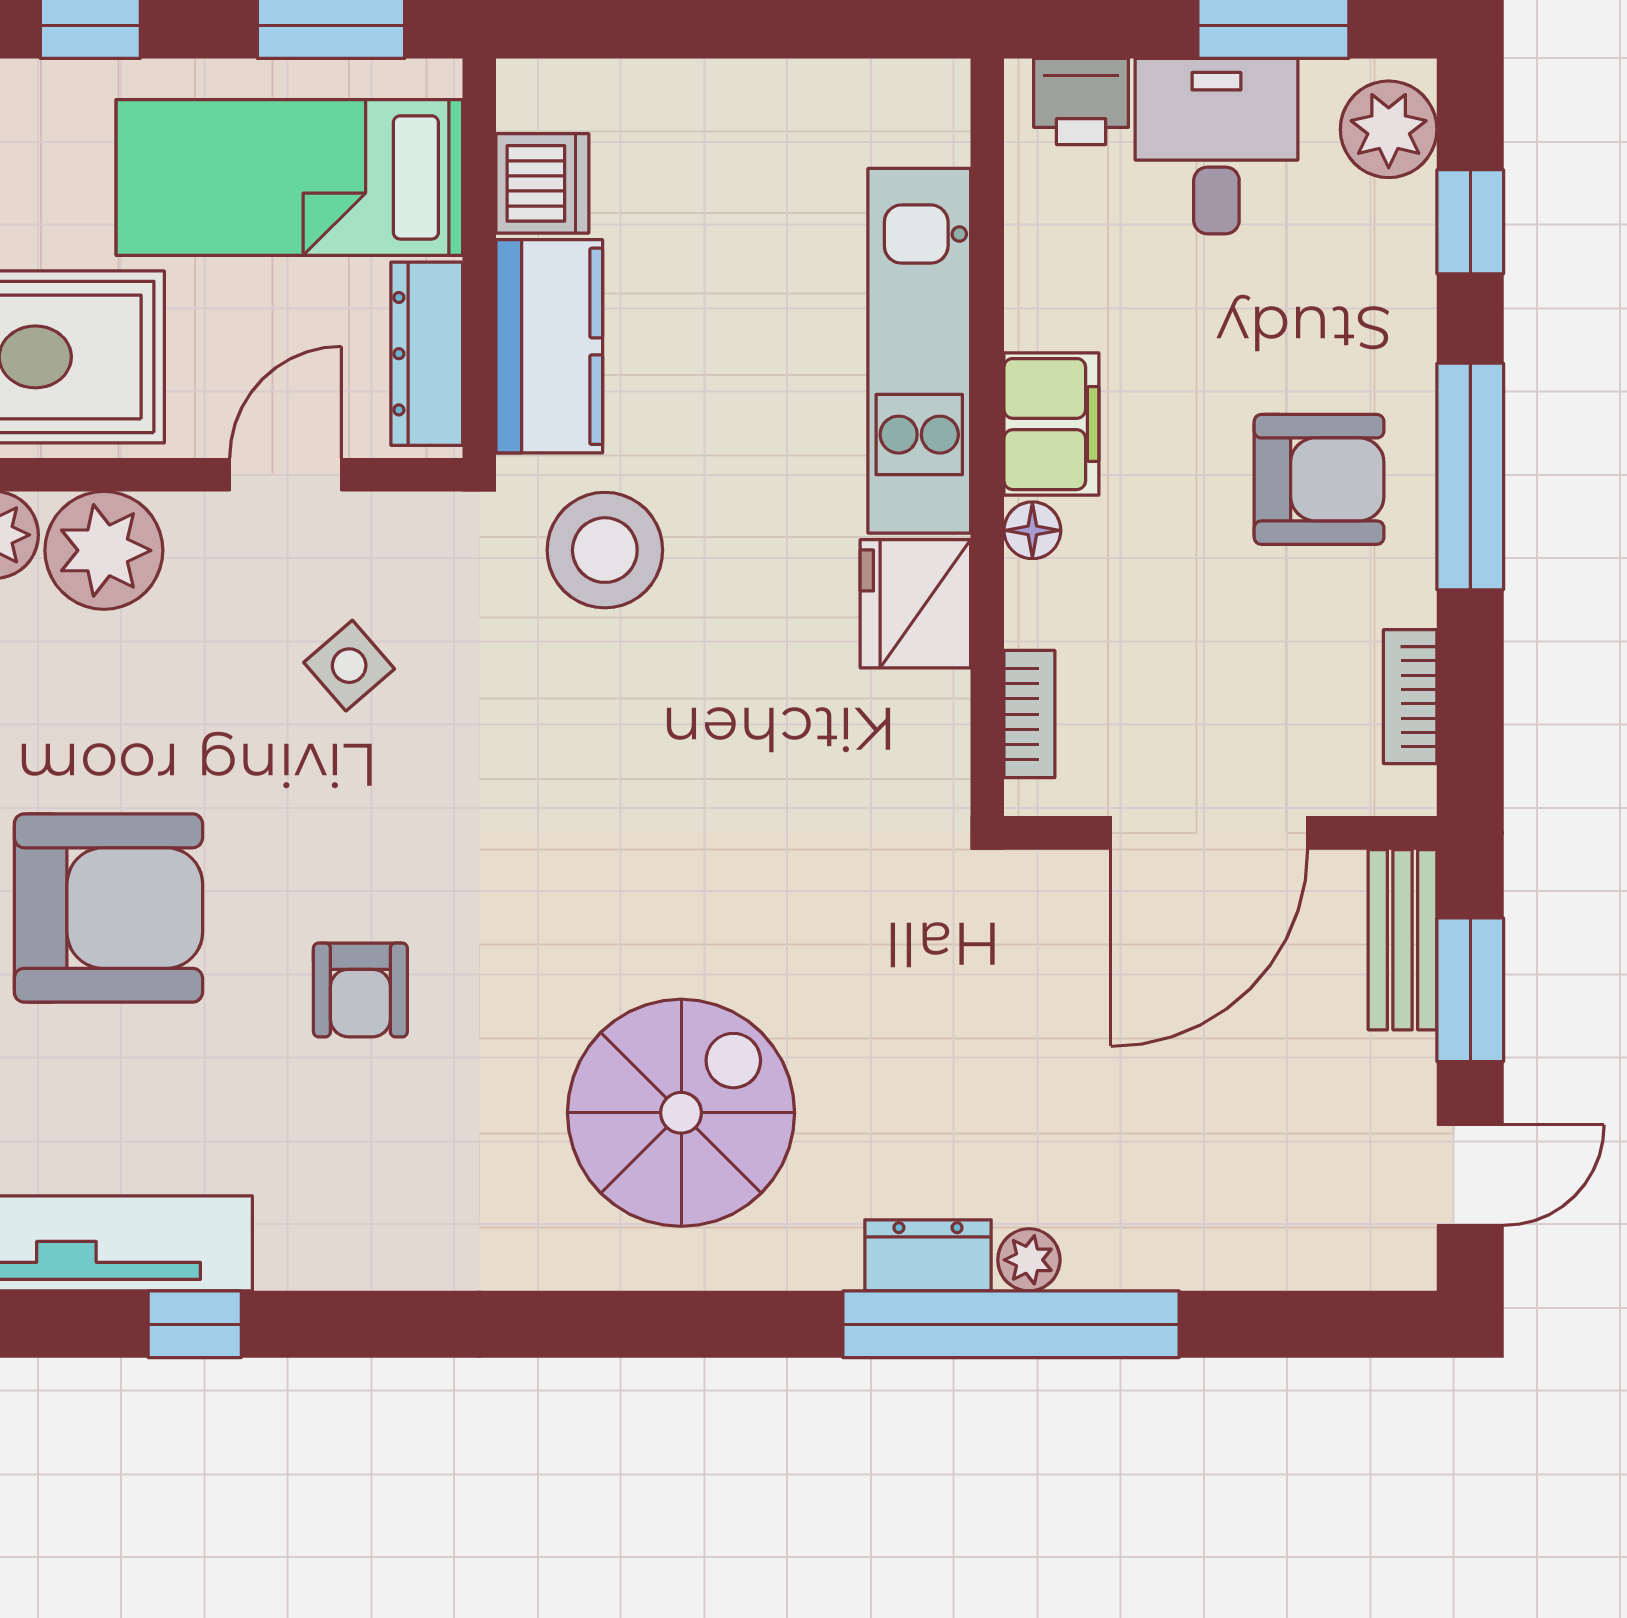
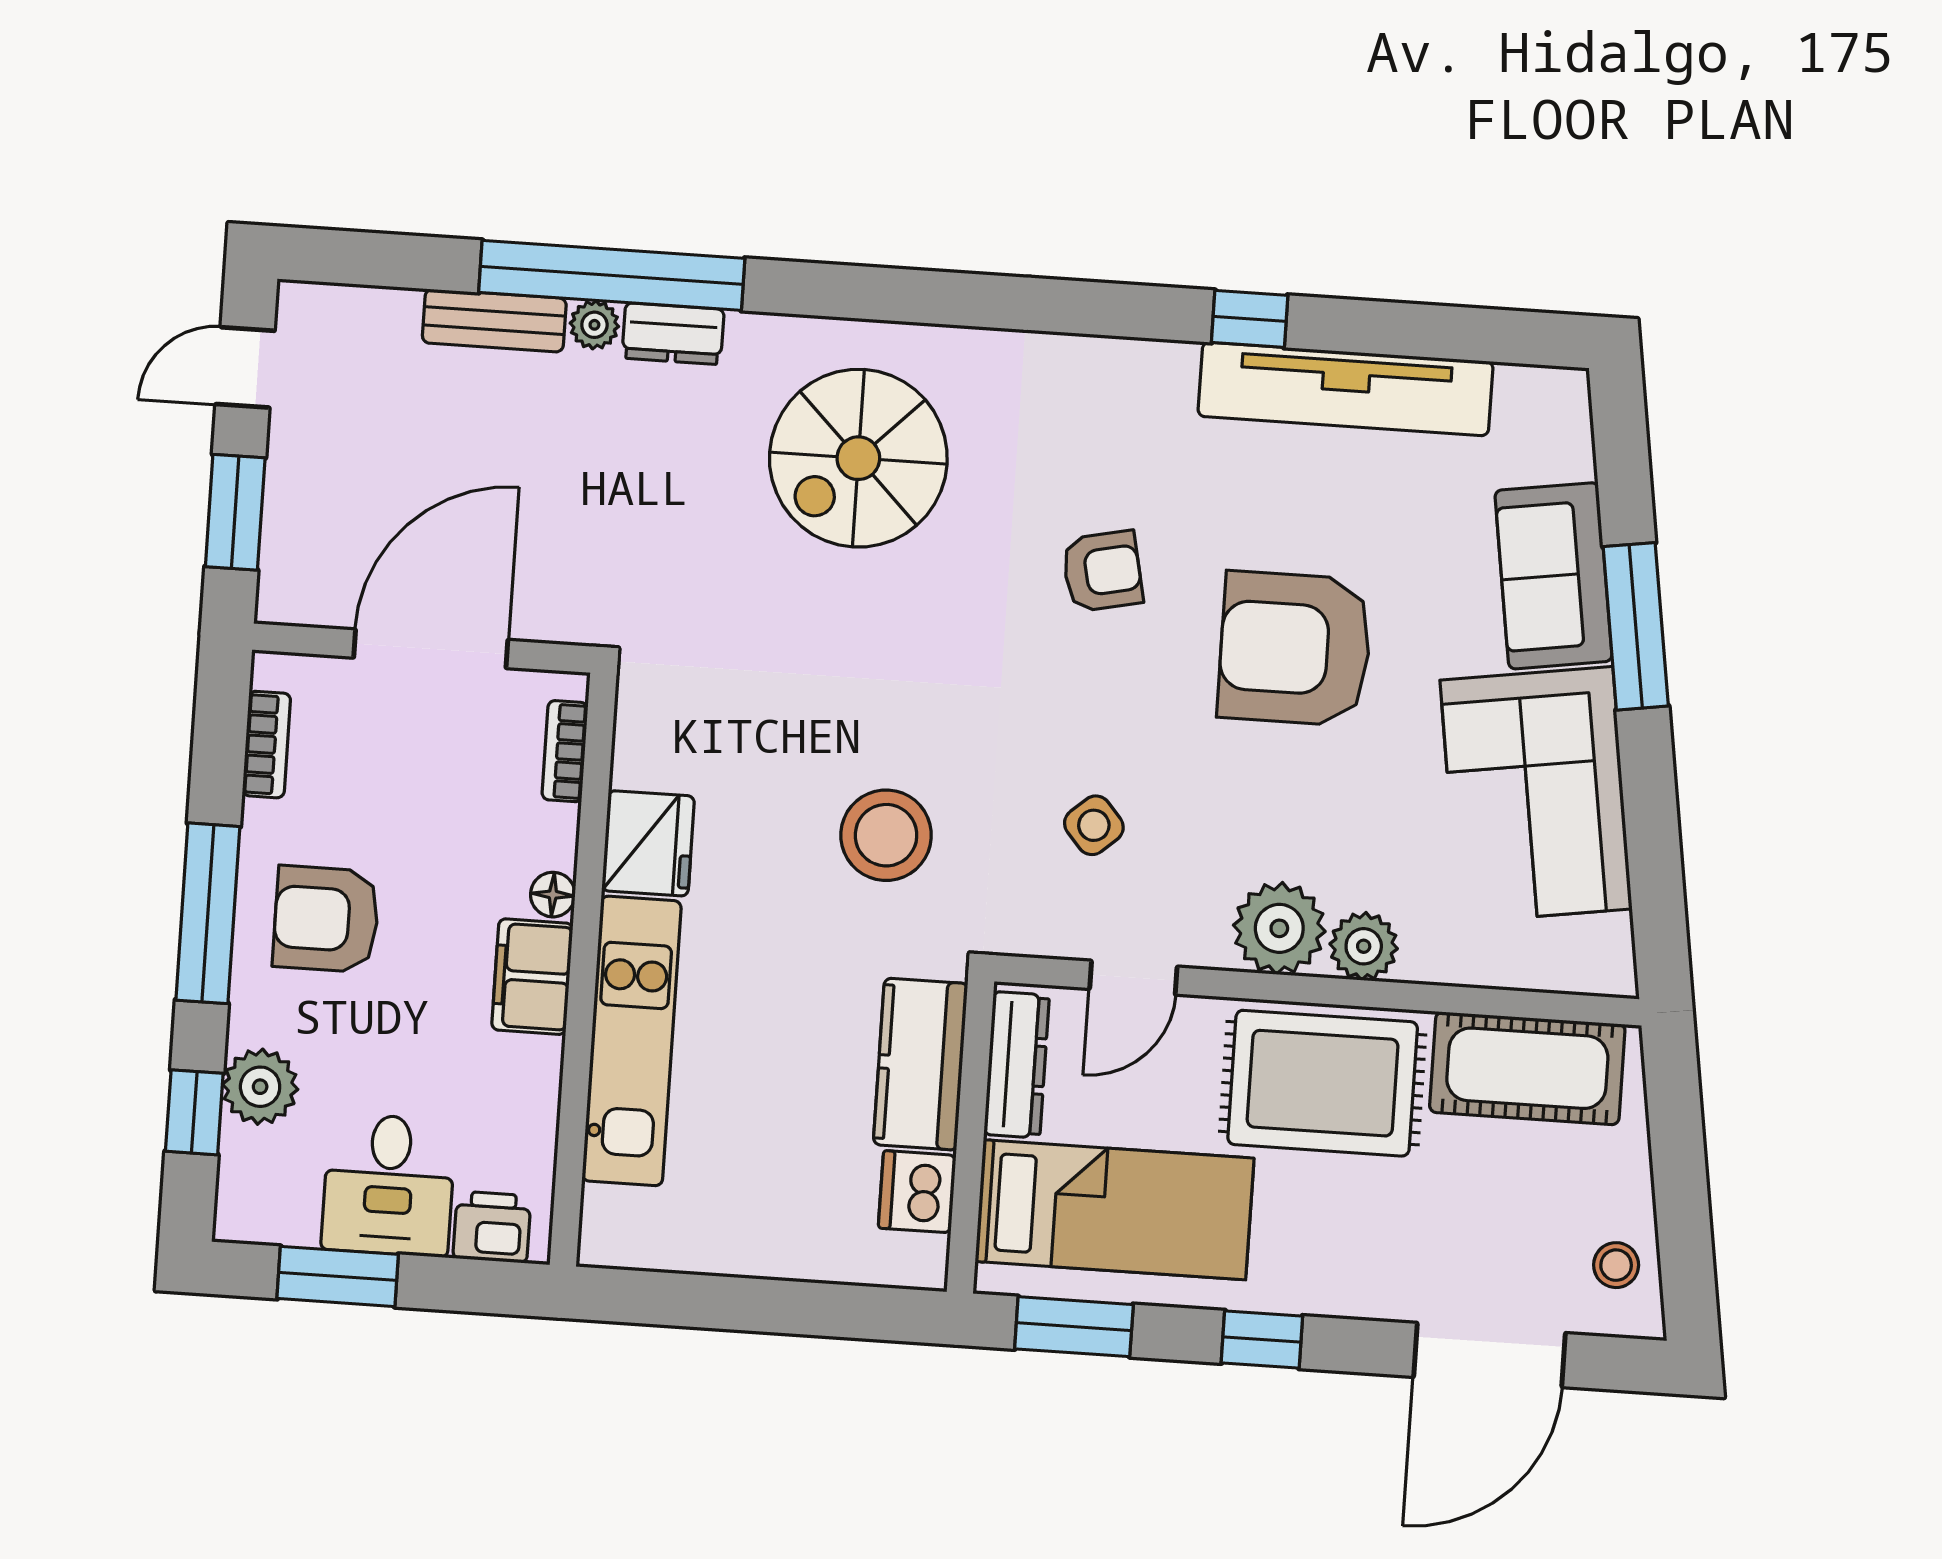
plant: (1389, 129) -> (260, 1087), moved
stool: (605, 550) -> (886, 835), moved
bench: (1403, 940) -> (494, 321), moved, turned 90
armchair: (360, 990) -> (1102, 571), turned 78

